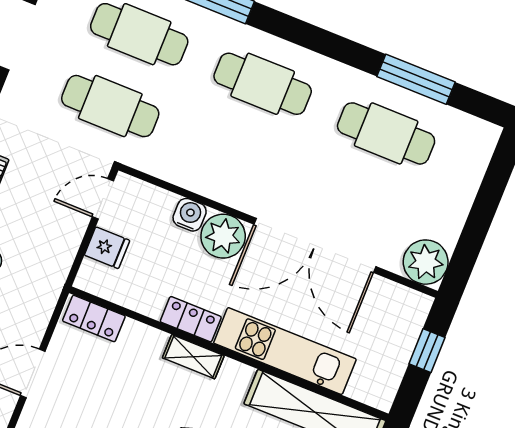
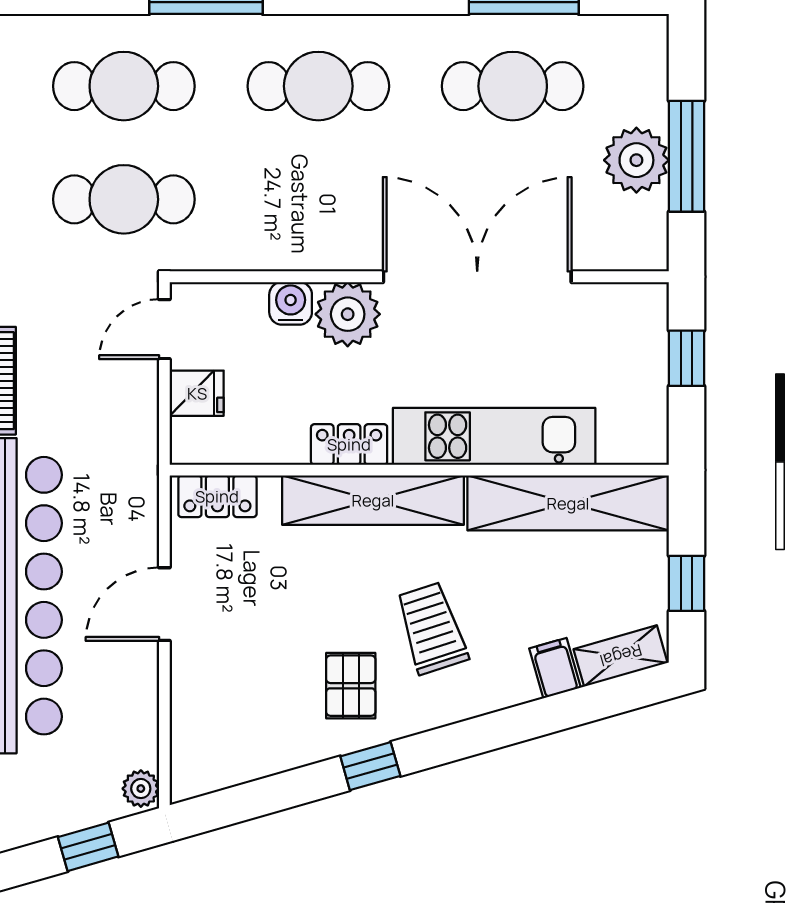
window: (479, 222) -> (687, 156), added
double door: (315, 245) -> (477, 277), swing flipped
plant: (426, 262) -> (636, 160), moved
shelving: (193, 357) -> (373, 500), width x2.20, depth x1.33

